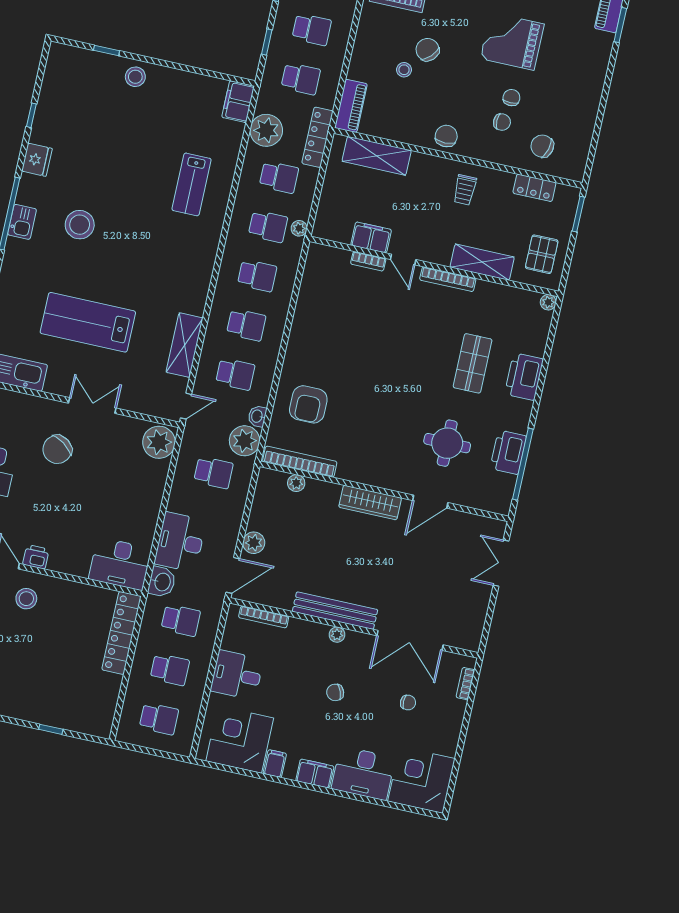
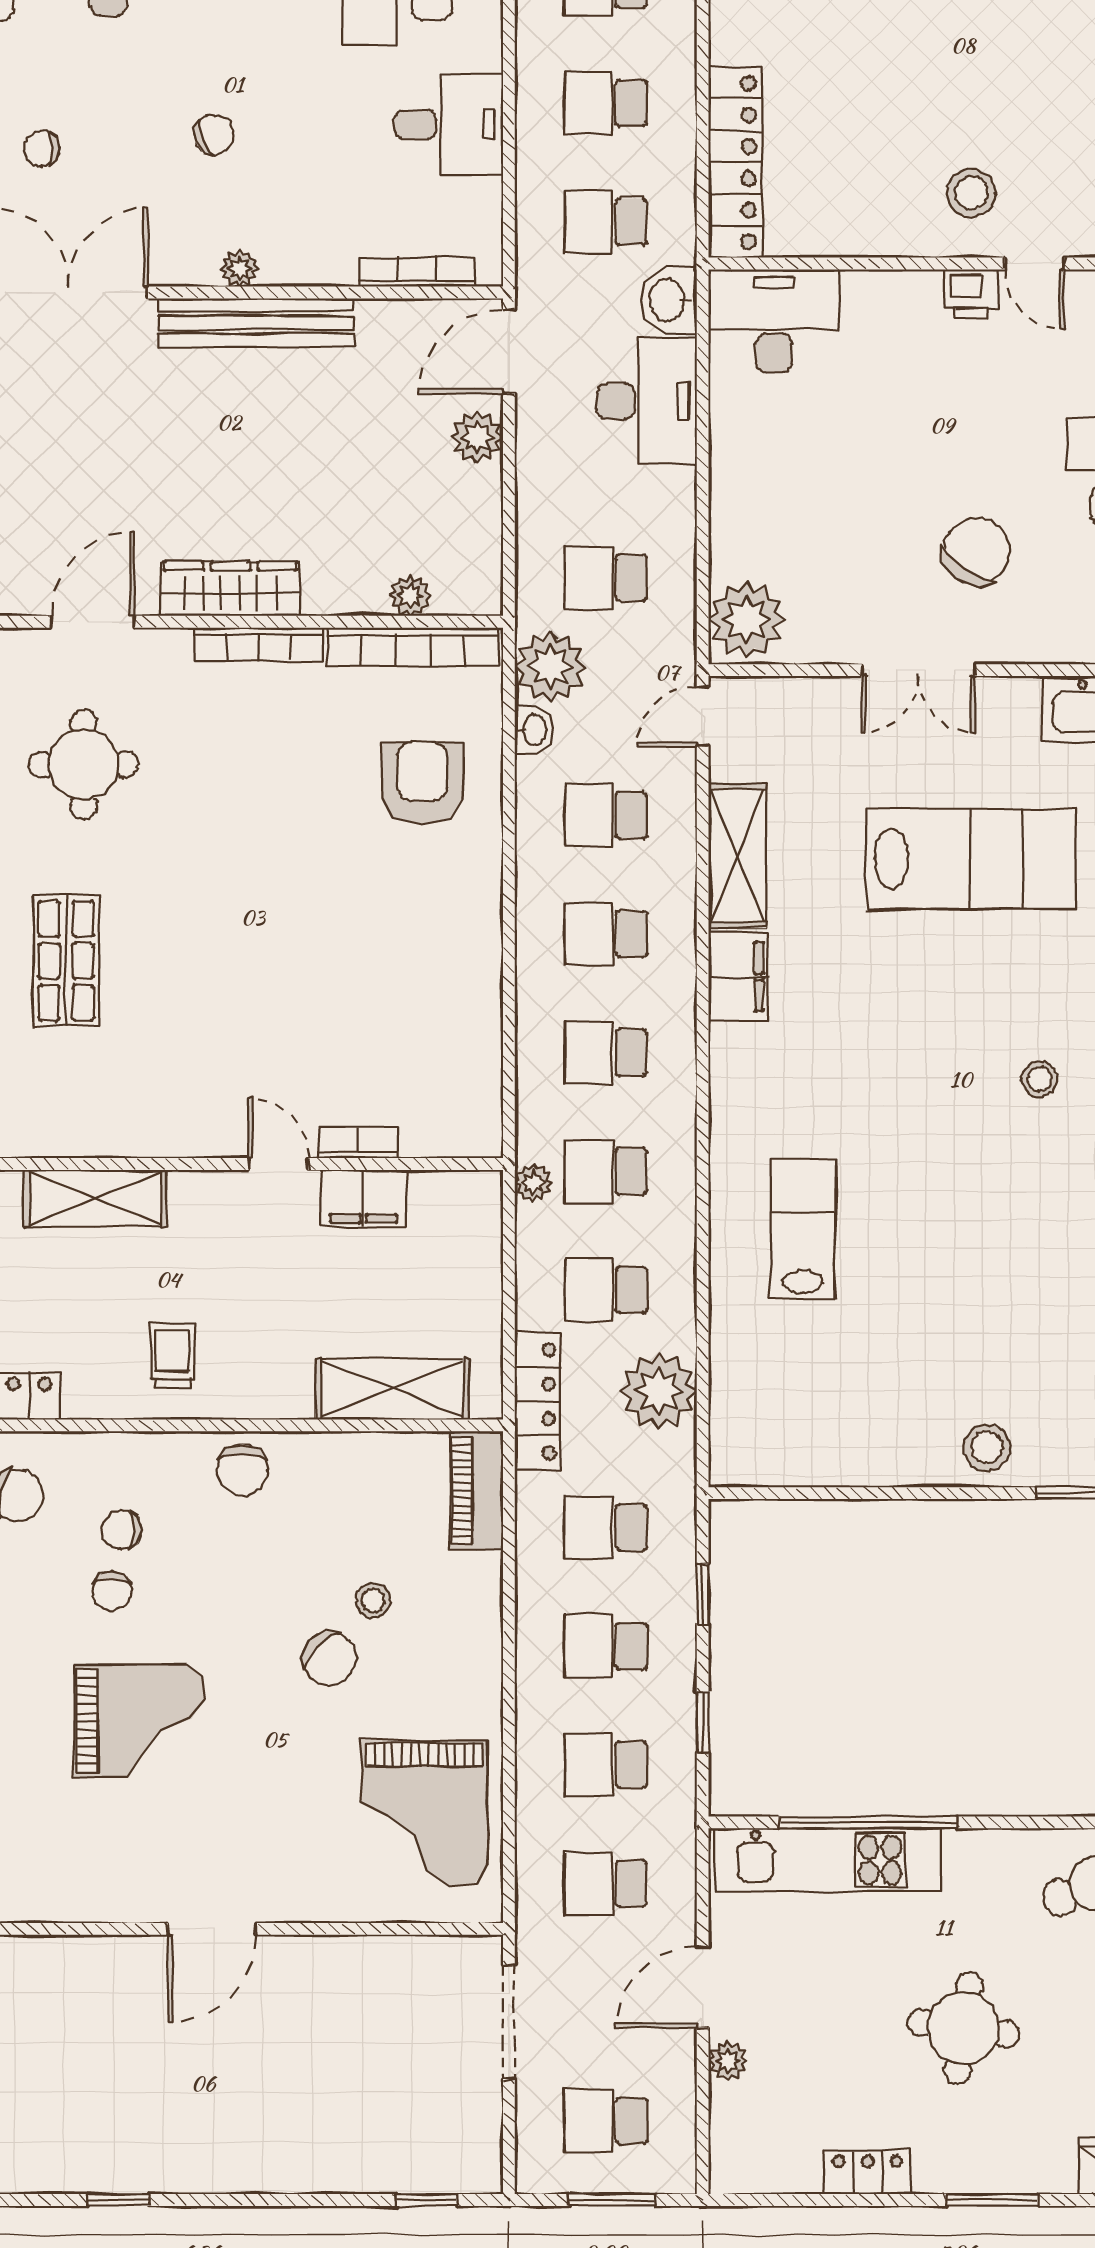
filing cabinet: (238, 102) -> (738, 977), moved
stool: (80, 225) -> (1039, 1079), width x0.53, depth x0.53
bookcase: (448, 279) -> (259, 644), moved, turned 180

